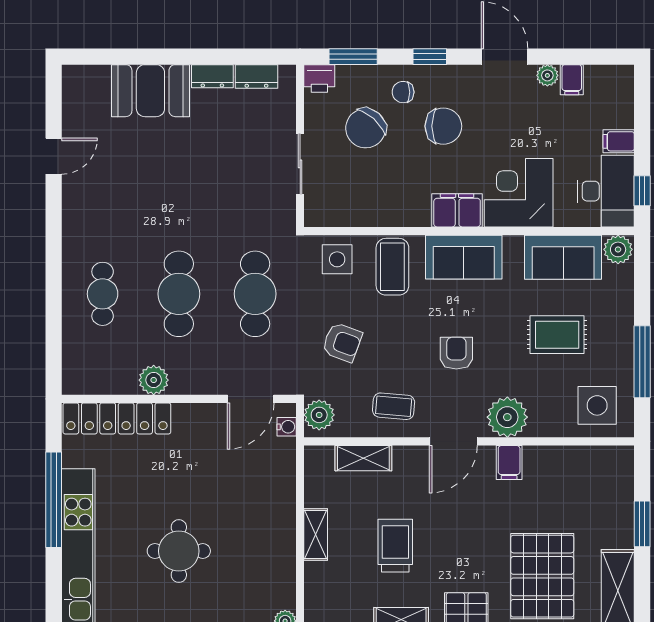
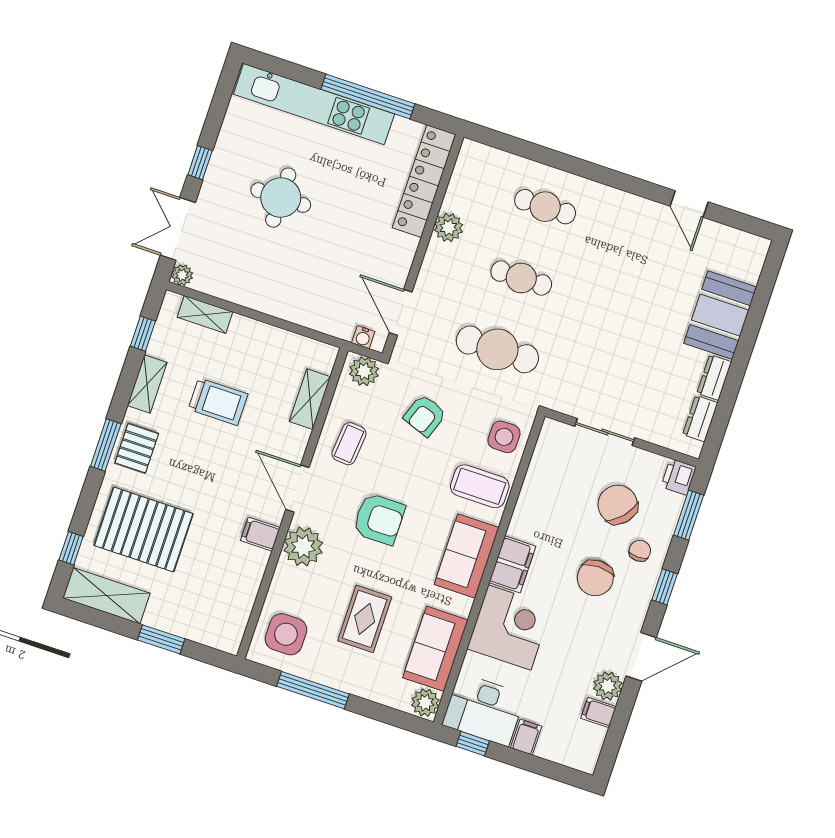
plant: (547, 75) -> (608, 686), width x1.38, depth x1.38
cafe table: (179, 294) -> (521, 278), width x0.73, depth x0.74
armchair: (456, 353) -> (379, 519), width x1.38, depth x1.38
shelving: (316, 535) -> (205, 314), moved

